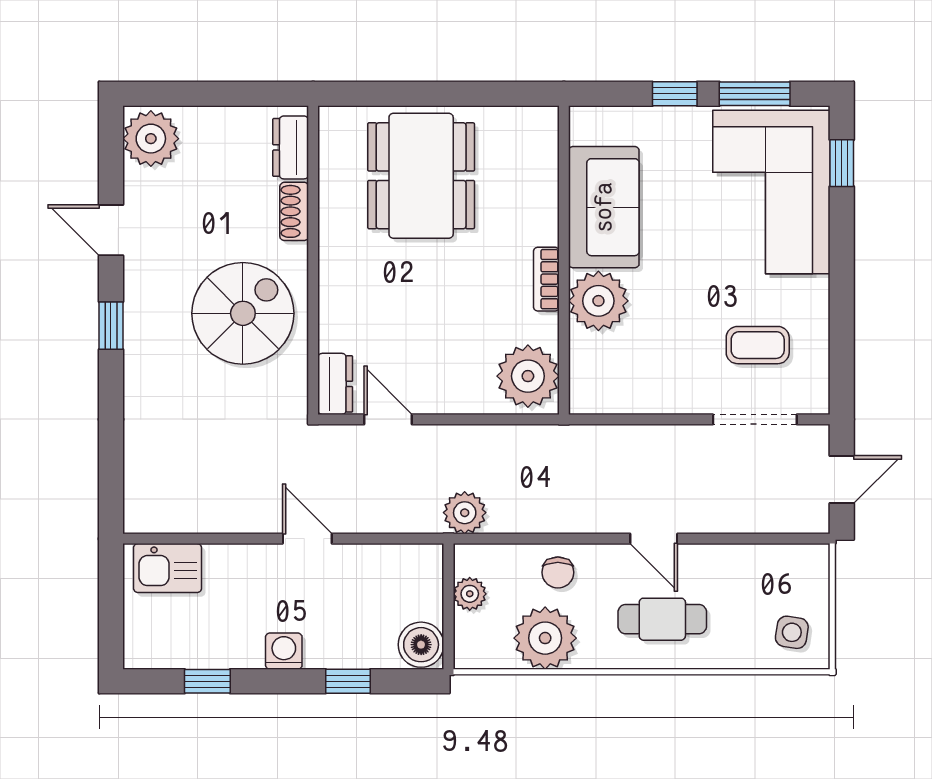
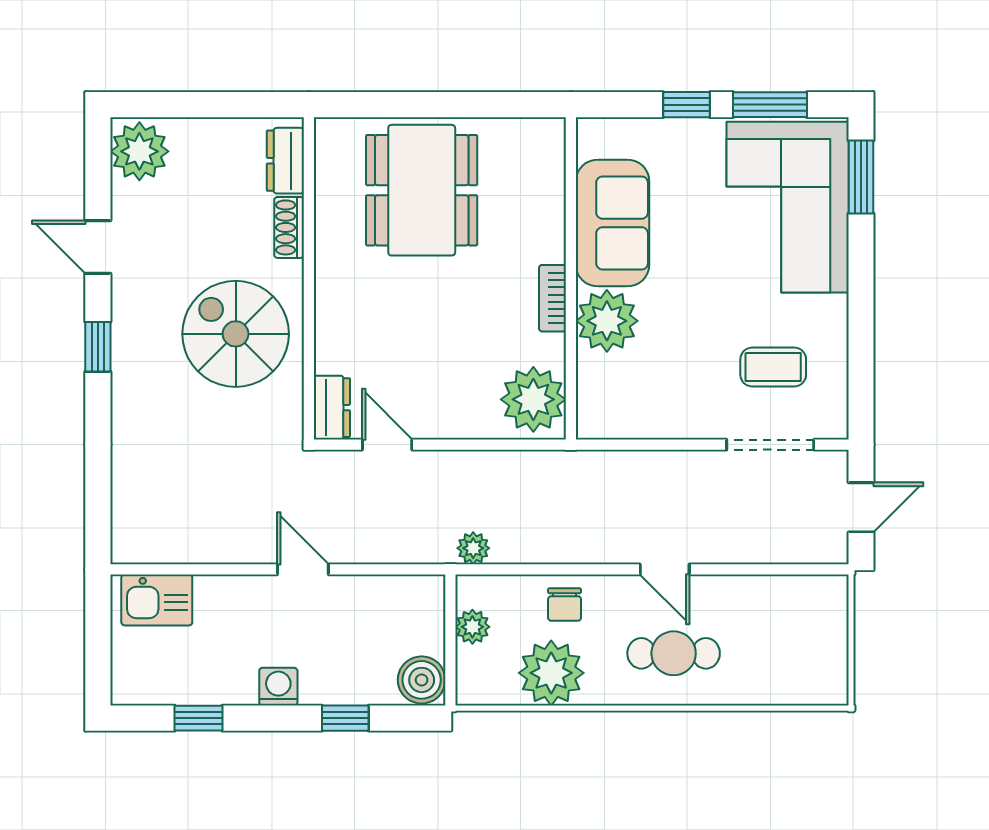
window: (842, 163) -> (861, 177), width x1.50
spiral stairs: (243, 313) -> (236, 334), turned -90
plant: (465, 513) -> (473, 548), width x0.73, depth x0.73
side table: (792, 632) -> (809, 667), removed

